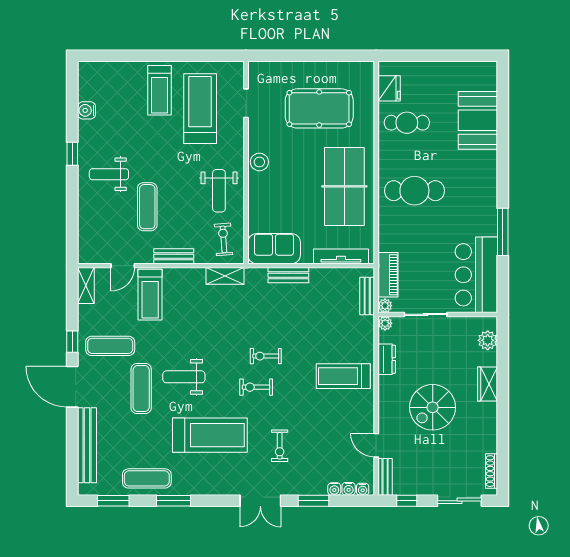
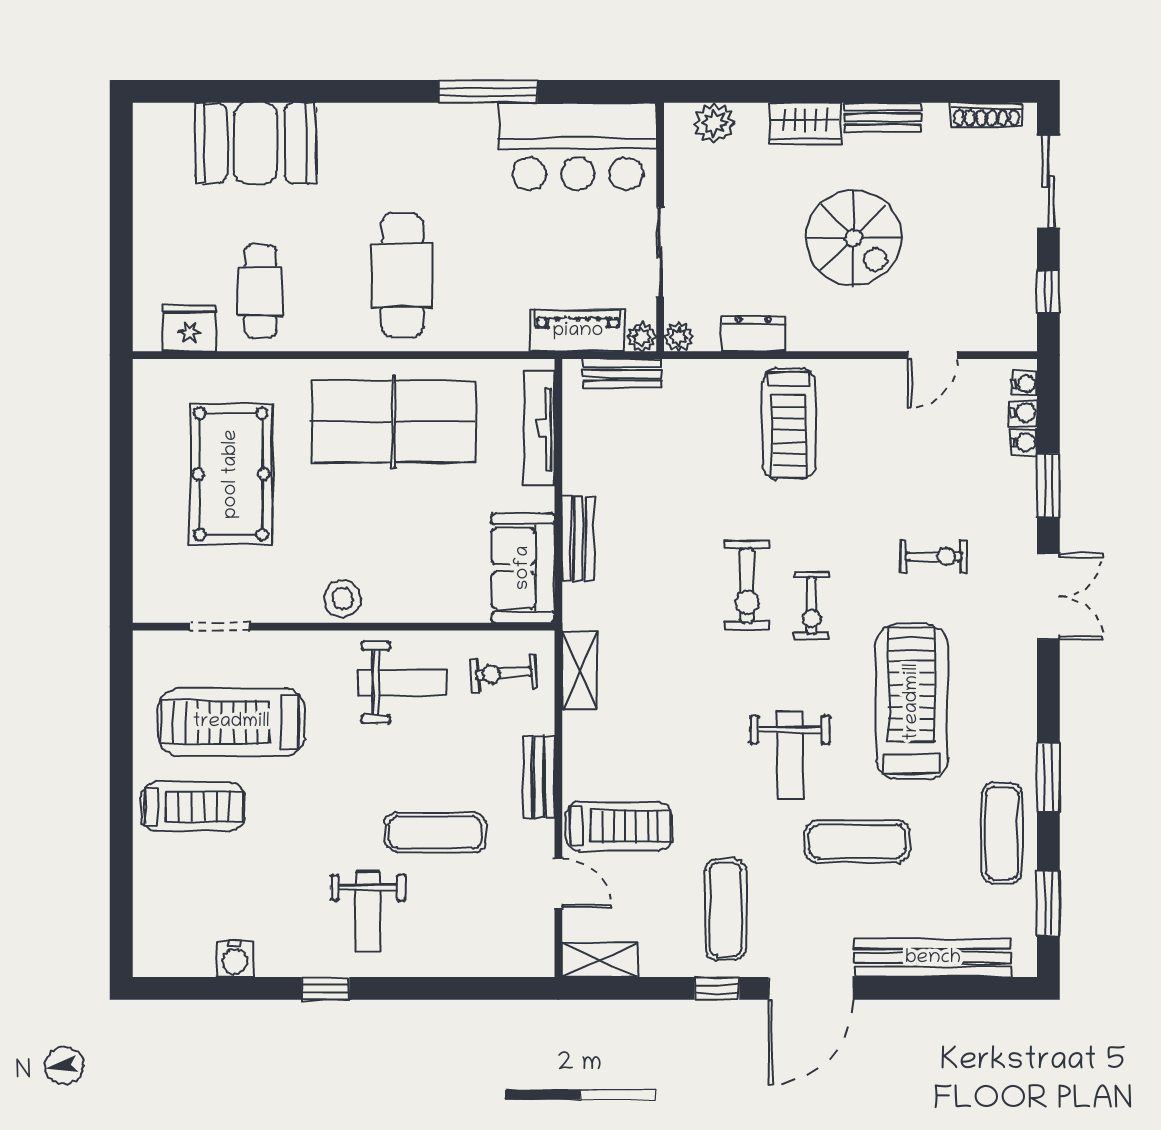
exercise bike: (266, 356) -> (747, 585), width x1.38, depth x1.39
exercise mat: (141, 389) -> (857, 841), moved
bench: (385, 477) -> (882, 117), moved

